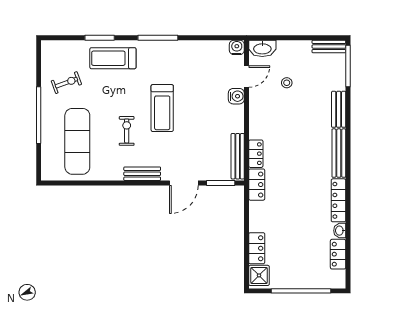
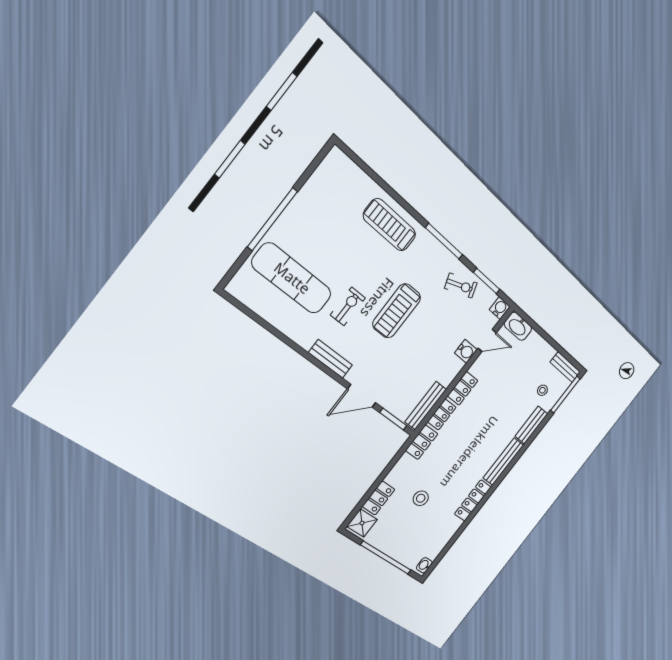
window: (100, 38) -> (487, 281), moved
exercise bike: (66, 83) -> (461, 286), moved
stool: (287, 83) -> (542, 390), moved
exercise mat: (77, 141) -> (292, 278), turned 90
stool: (292, 227) -> (421, 498), added
washbasin: (340, 231) -> (424, 565), moved
locker: (338, 254) -> (463, 388), moved, turned 180

